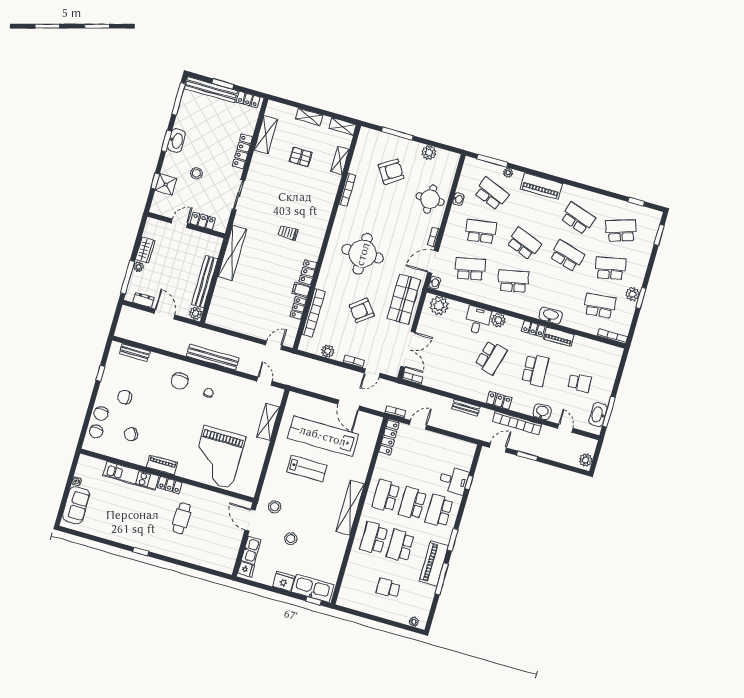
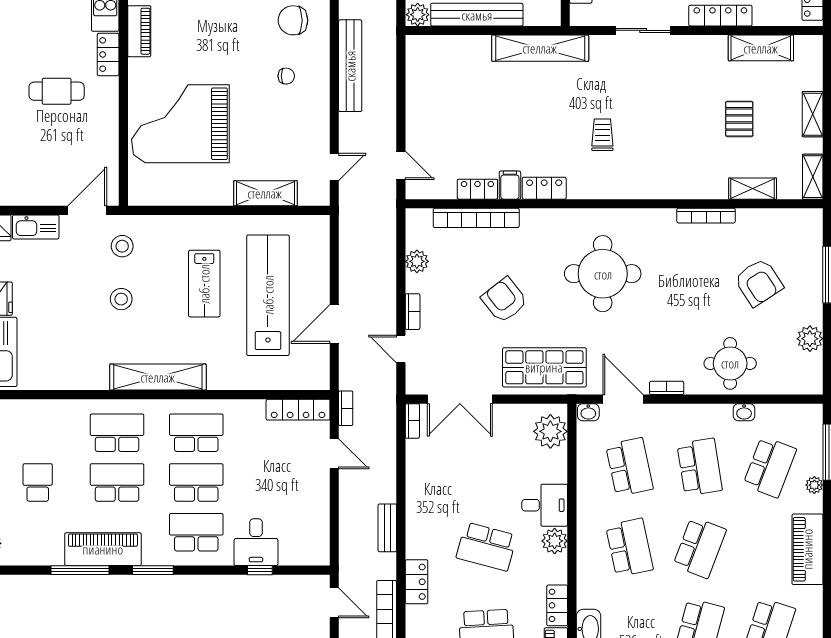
stool: (291, 539) -> (121, 299), moved

